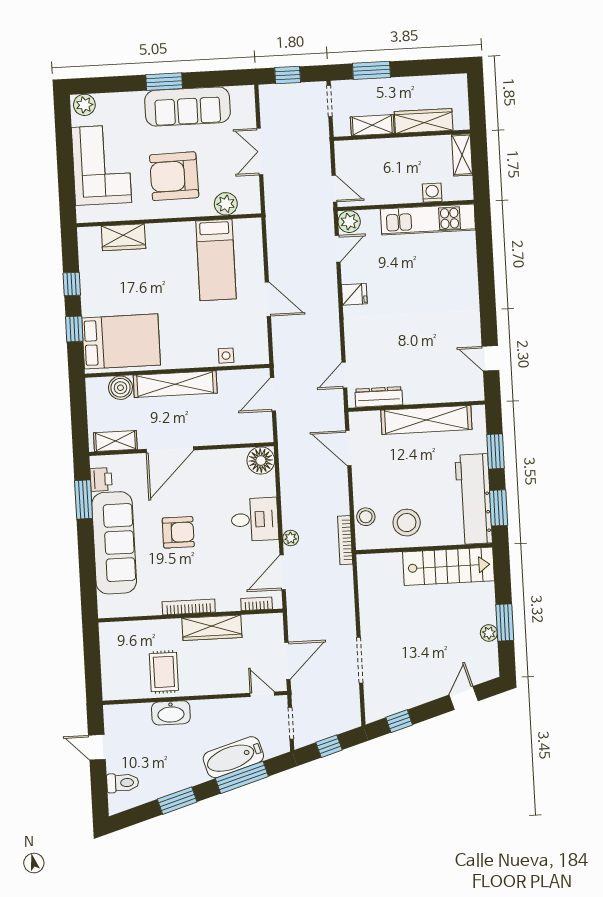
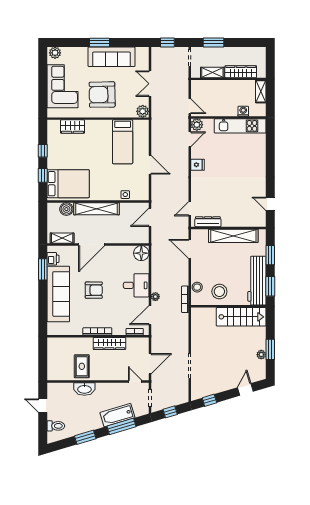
plant: (226, 204) -> (143, 111), moved

